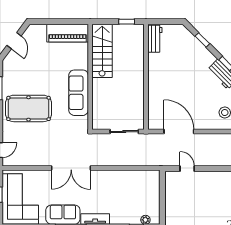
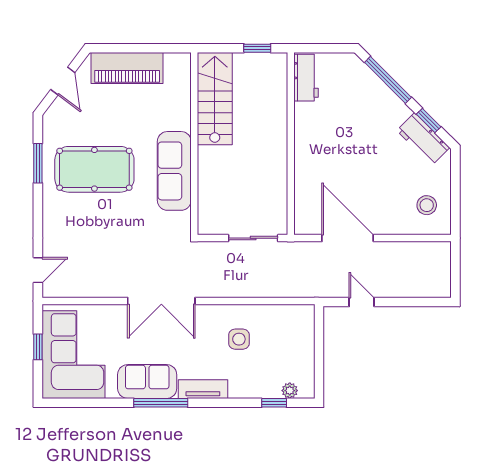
piano: (68, 33) -> (127, 68), moved
window: (202, 40) -> (388, 80), width x2.17
pool table: (29, 108) -> (94, 169), moved
side table: (116, 190) -> (239, 339), added

